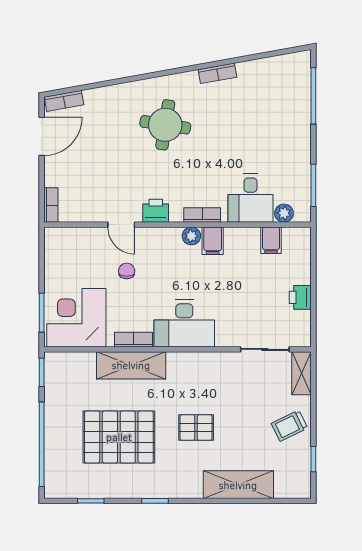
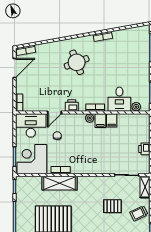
round table: (165, 125) -> (77, 62), turned -30
door: (121, 225) -> (55, 112), hinge flipped
filing cabinet: (271, 240) -> (112, 120), moved
desk: (184, 324) -> (31, 125), moved, turned 180
pallet: (196, 428) -> (112, 206), moved

